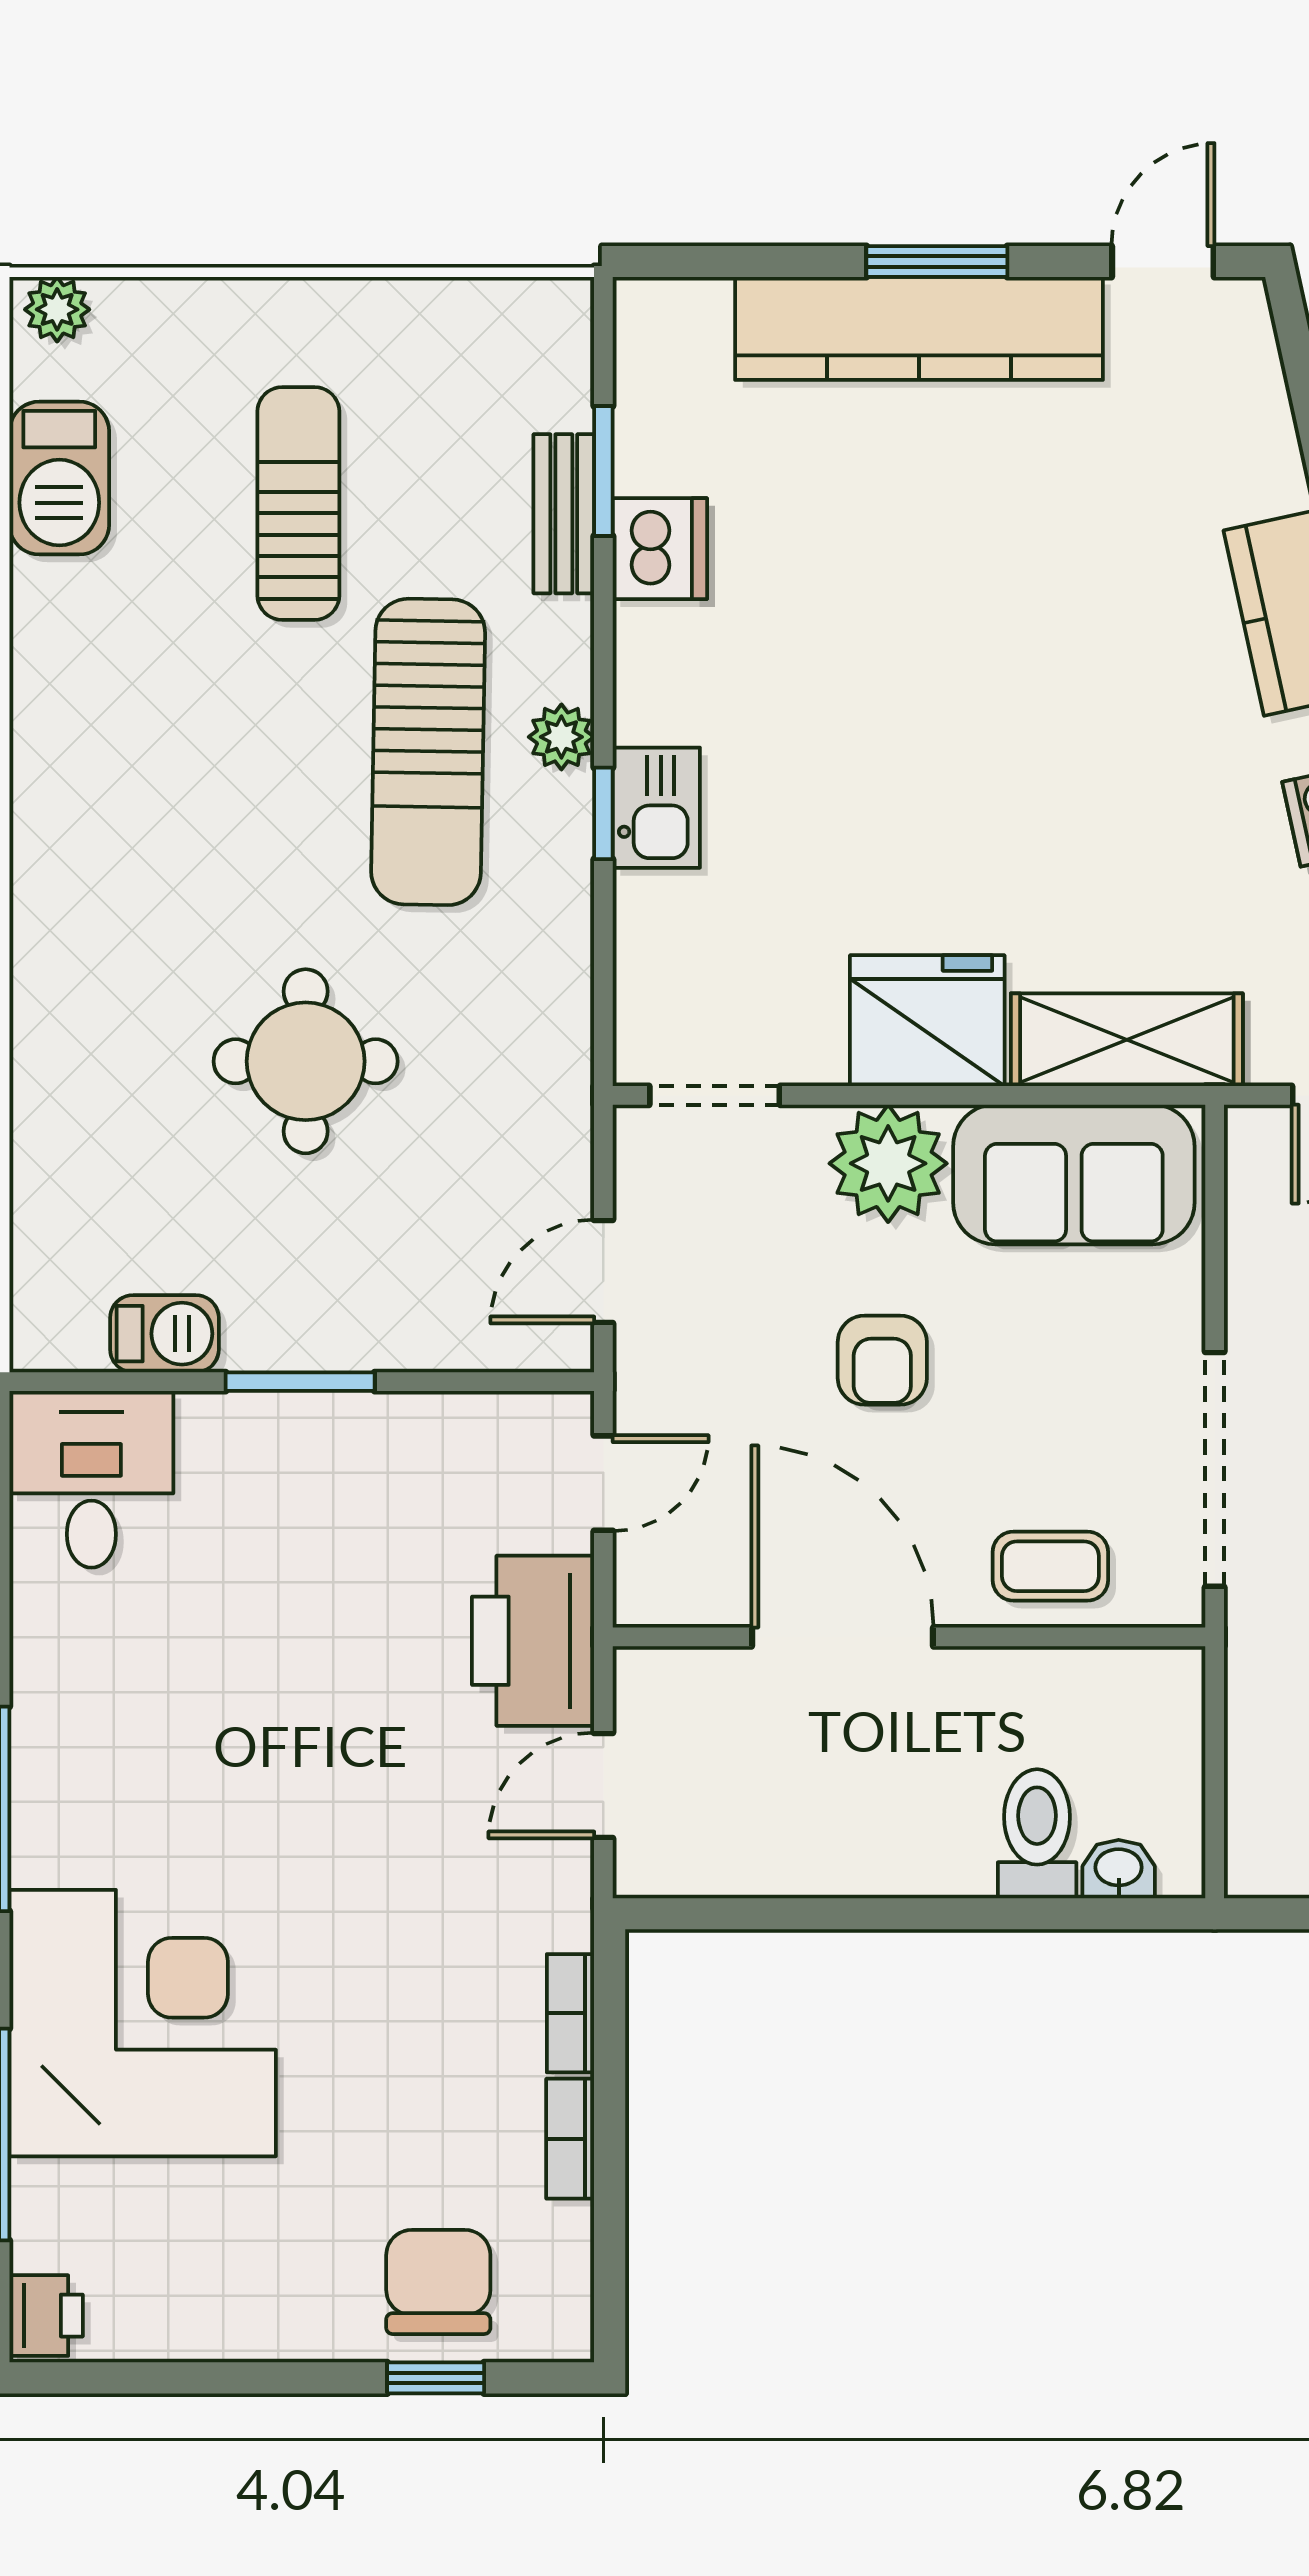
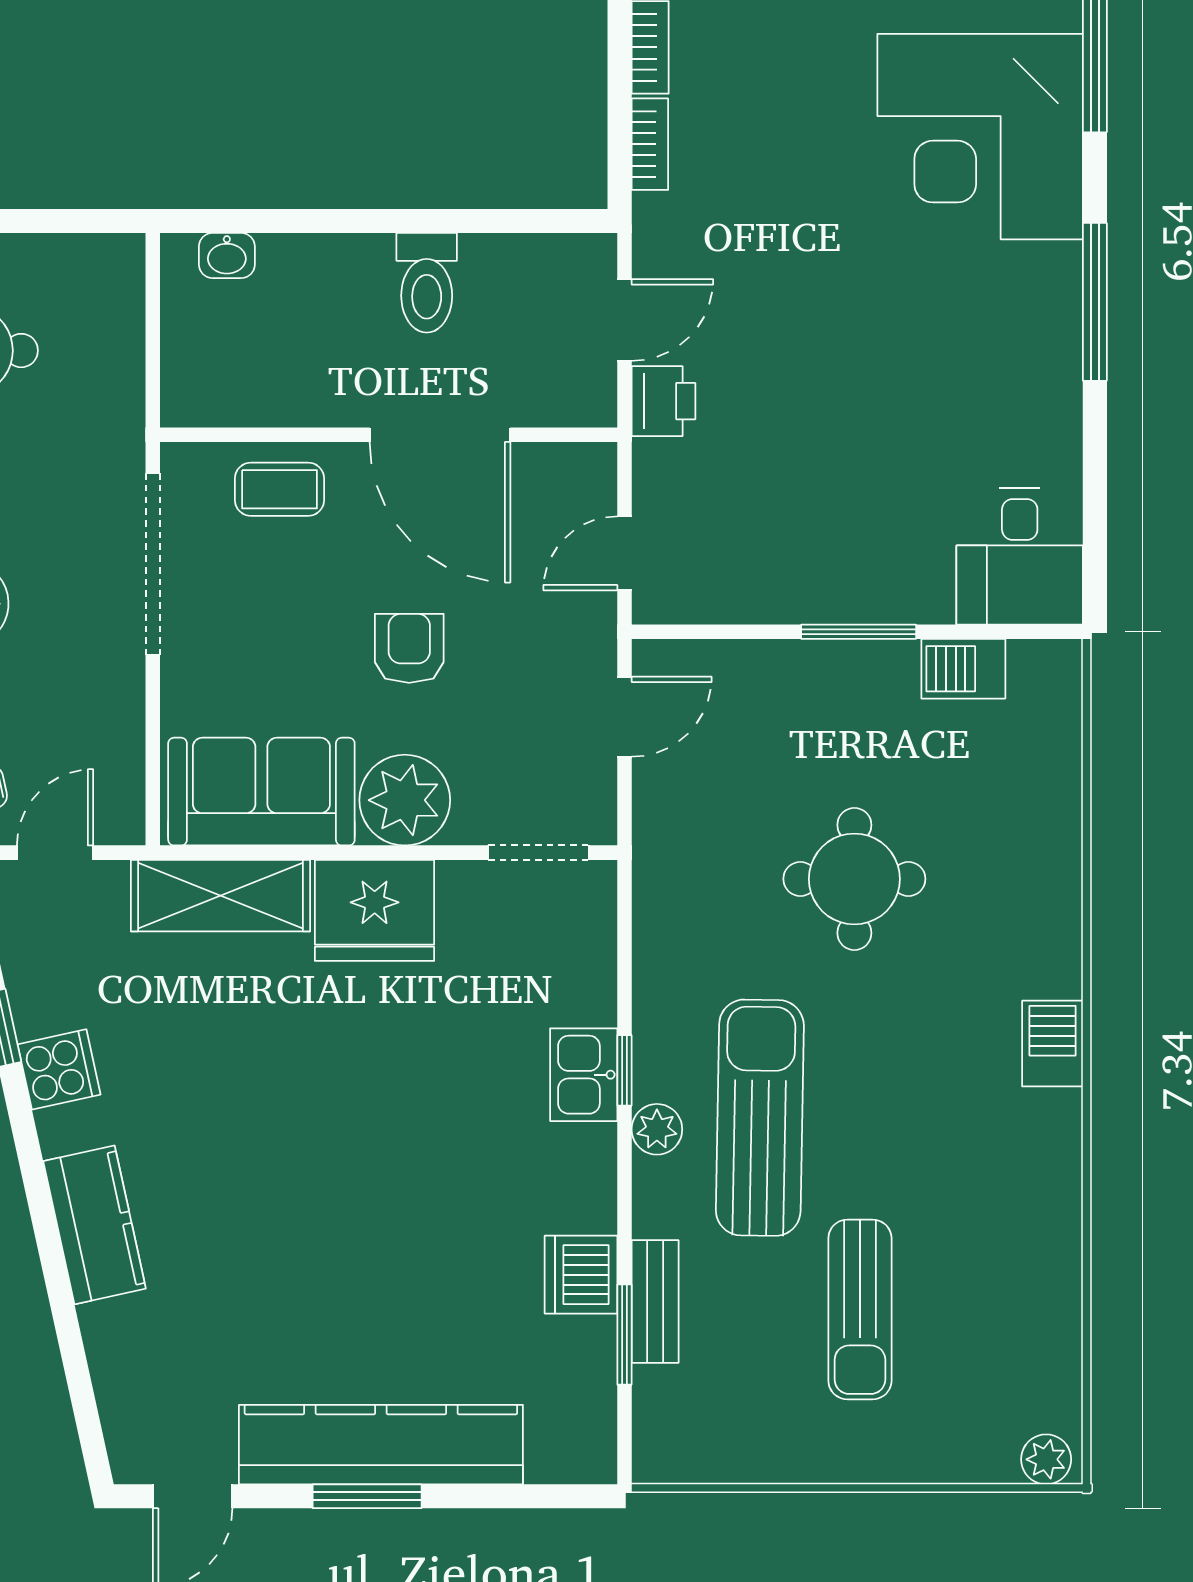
barbecue: (59, 478) -> (1053, 1044), moved, width x0.73, depth x0.79
printer: (533, 1641) -> (663, 401), width x0.53, depth x0.68
toilet: (1037, 1834) -> (427, 283), moved

